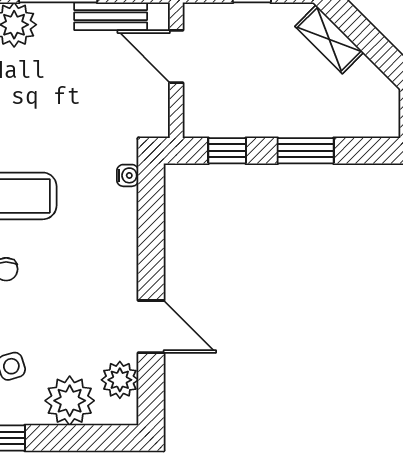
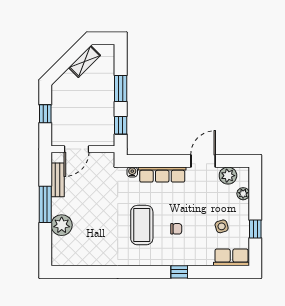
shelving: (329, 39) -> (85, 61), moved
row of seats: (122, 239) -> (162, 175), added
plant: (70, 401) -> (243, 194), width x0.53, depth x0.53

